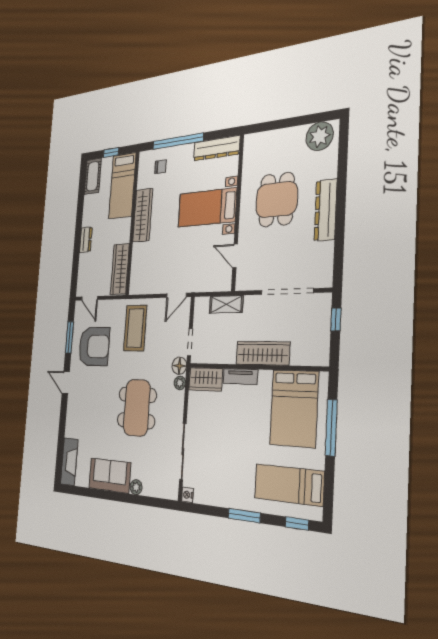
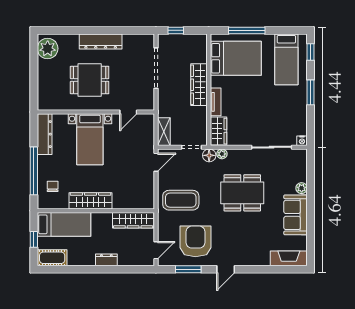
door: (177, 295) -> (156, 162), hinge flipped
shelving: (226, 304) -> (164, 132), moved

